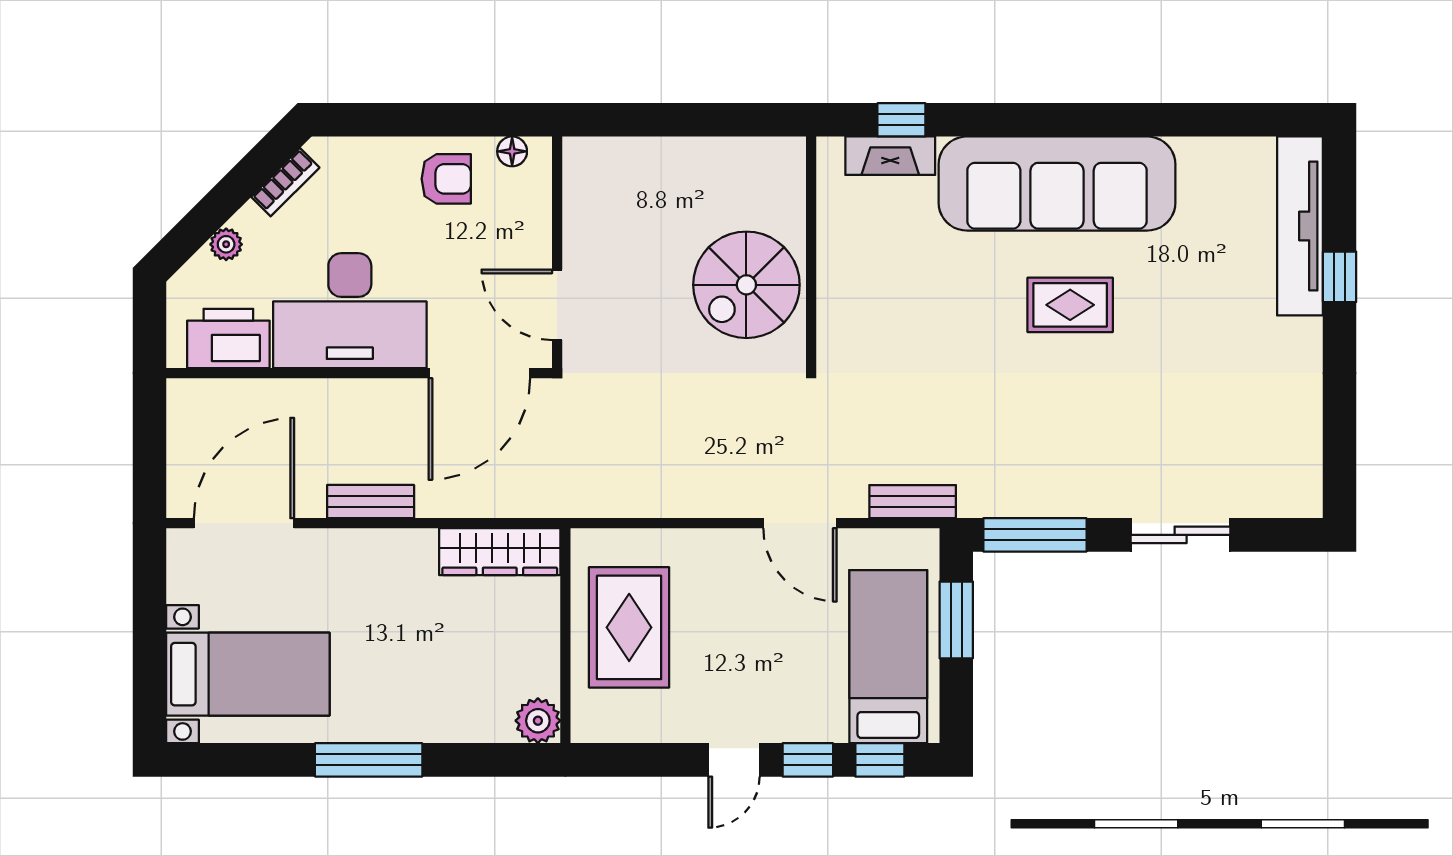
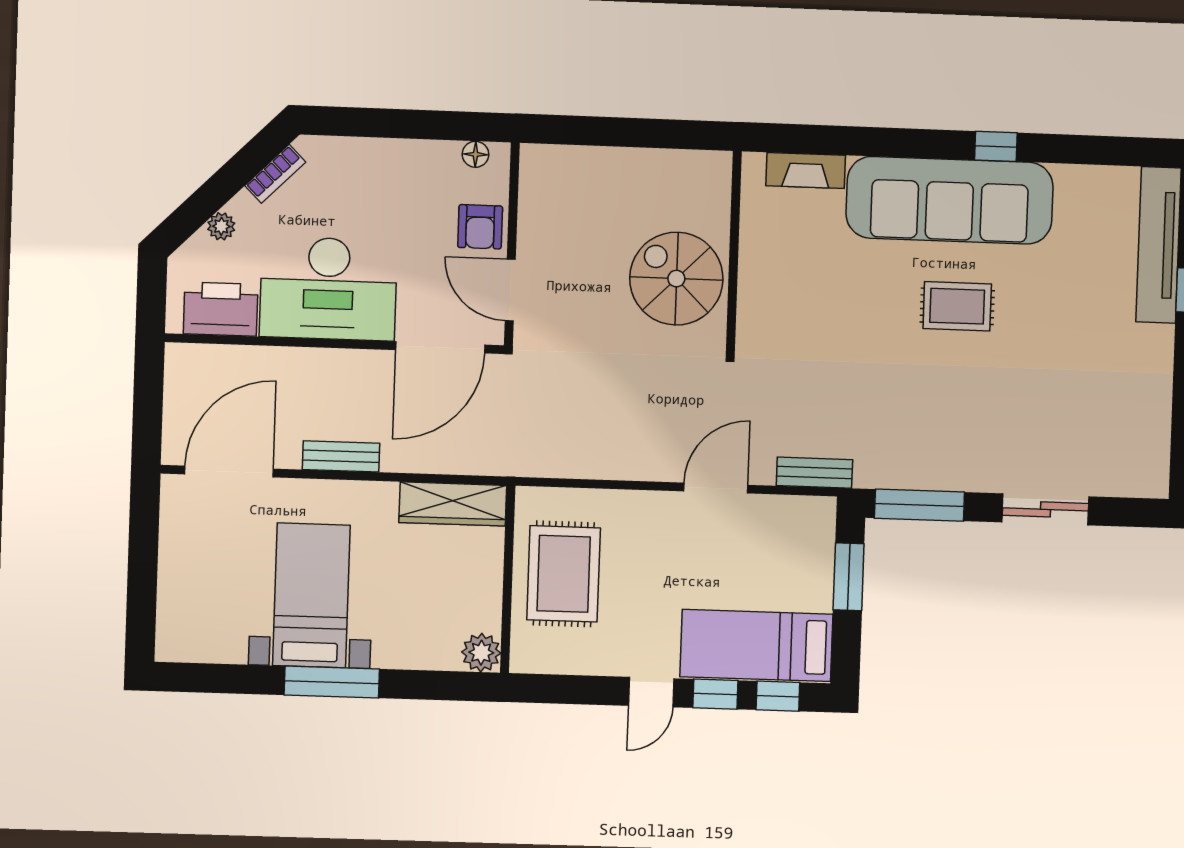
window: (901, 120) -> (996, 146), moved
armchair: (446, 179) -> (480, 227), moved, turned 90
spiral stairs: (746, 285) -> (676, 279), turned 90
door: (800, 523) -> (716, 488), swing flipped
bed: (888, 657) -> (756, 645), moved, turned -90
bed with nightstands: (248, 674) -> (311, 595), moved, turned -90

